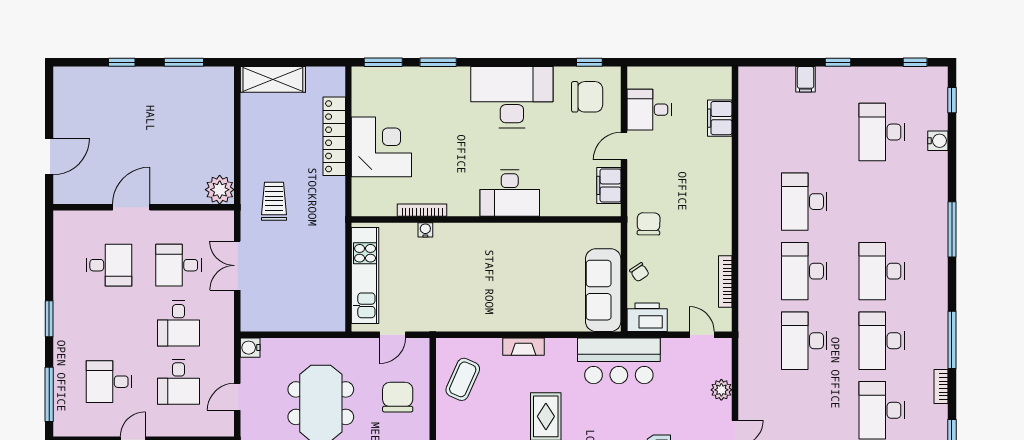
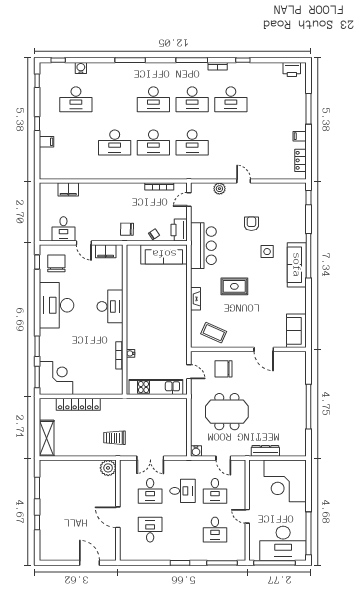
corner desk: (381, 147) -> (56, 378), moved, turned 90
desk: (178, 382) -> (215, 491), turned 90

